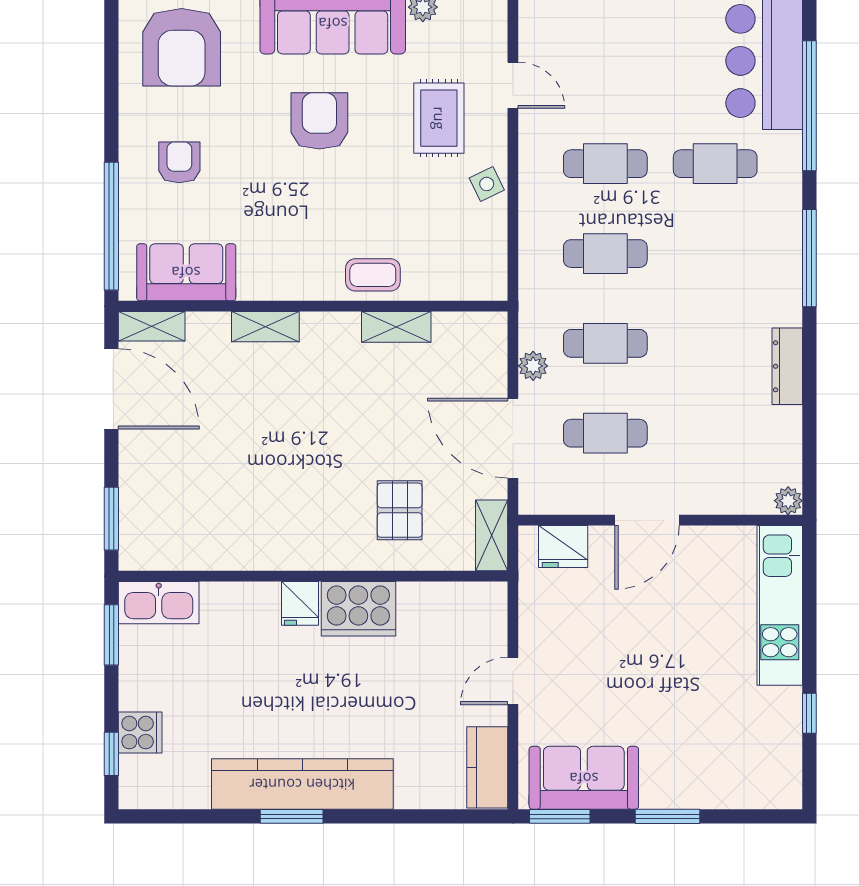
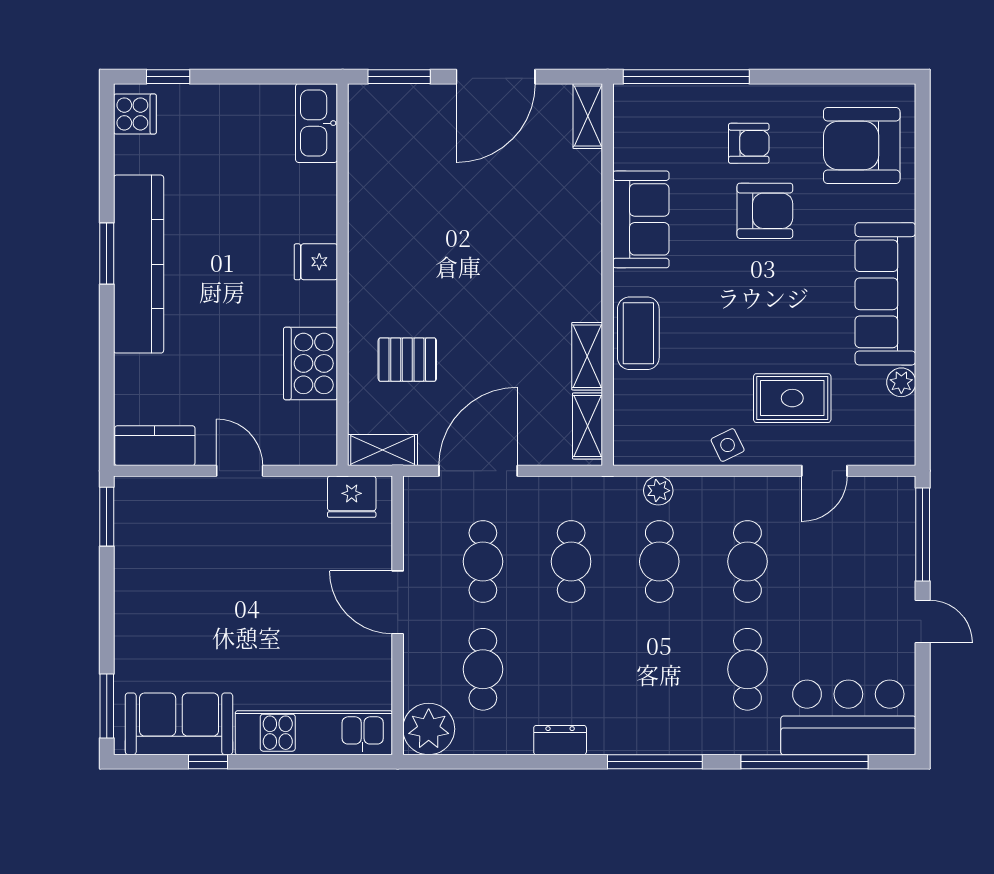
armchair: (319, 121) -> (765, 211), moved
sofa: (186, 272) -> (641, 219), moved
coffee table: (373, 275) -> (638, 333), width x1.36, depth x1.30
shelving: (265, 327) -> (588, 426), moved
plant: (533, 366) -> (658, 491), moved
dresser: (787, 366) -> (560, 740), width x0.70
door: (111, 389) -> (496, 77), moved
cafe table: (715, 433) -> (483, 669), added
plant: (788, 501) -> (429, 729), width x1.87, depth x1.87
fridge: (563, 546) -> (352, 497), moved, turned -90
cooker: (358, 609) -> (311, 363), moved
window: (111, 635) -> (285, 77), removed
cooker: (140, 733) -> (135, 114), moved, turned -90
sofa: (584, 778) -> (179, 724), moved, turned -90
window: (667, 816) -> (107, 706), moved

